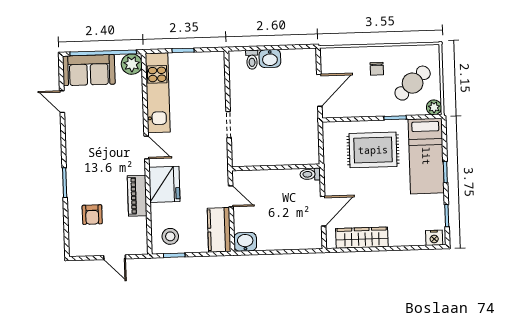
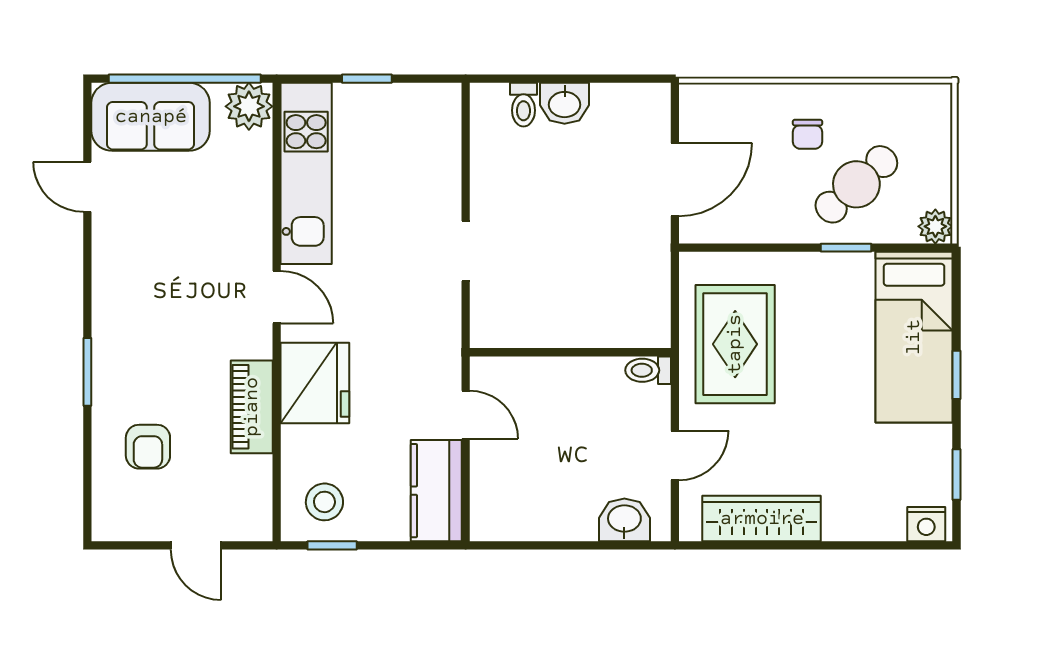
cafe table: (413, 83) -> (856, 184), moved
rug: (373, 150) -> (735, 344), moved, turned 90
door: (323, 211) -> (675, 455), width x0.73
washbasin: (245, 242) -> (624, 520), moved

